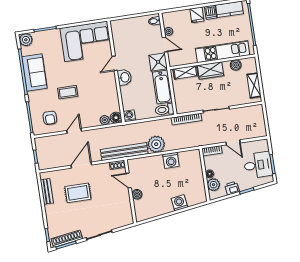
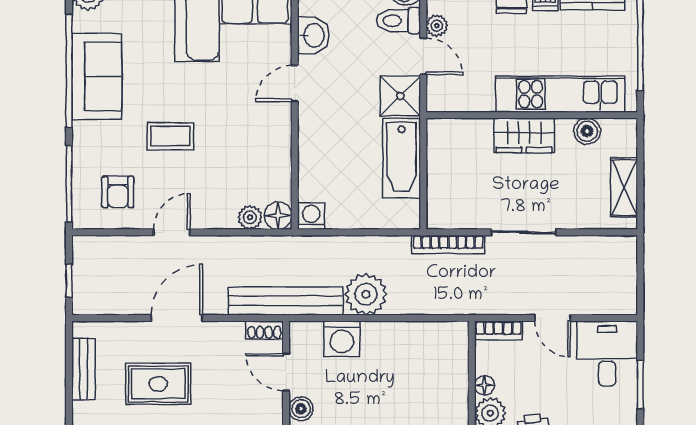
shelving: (185, 72) -> (463, 131), removed
washbasin: (124, 77) -> (313, 35), moved
toilet: (164, 110) -> (398, 21), moved
washing machine: (171, 160) -> (342, 339), moved
desk: (258, 165) -> (607, 353), moved, turned -90

